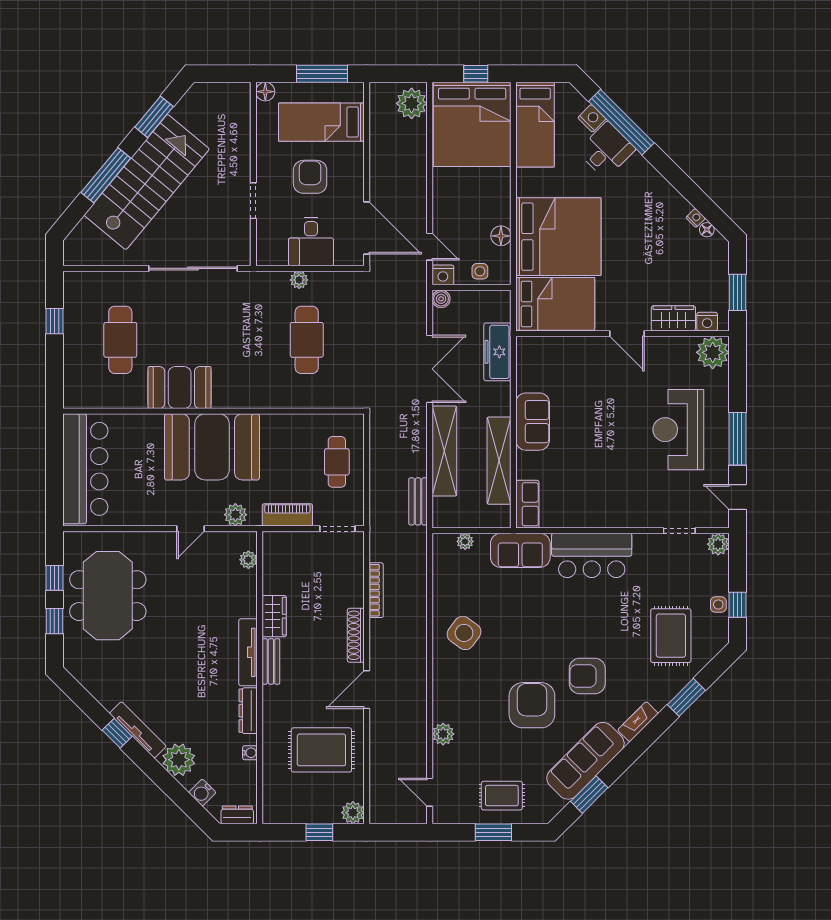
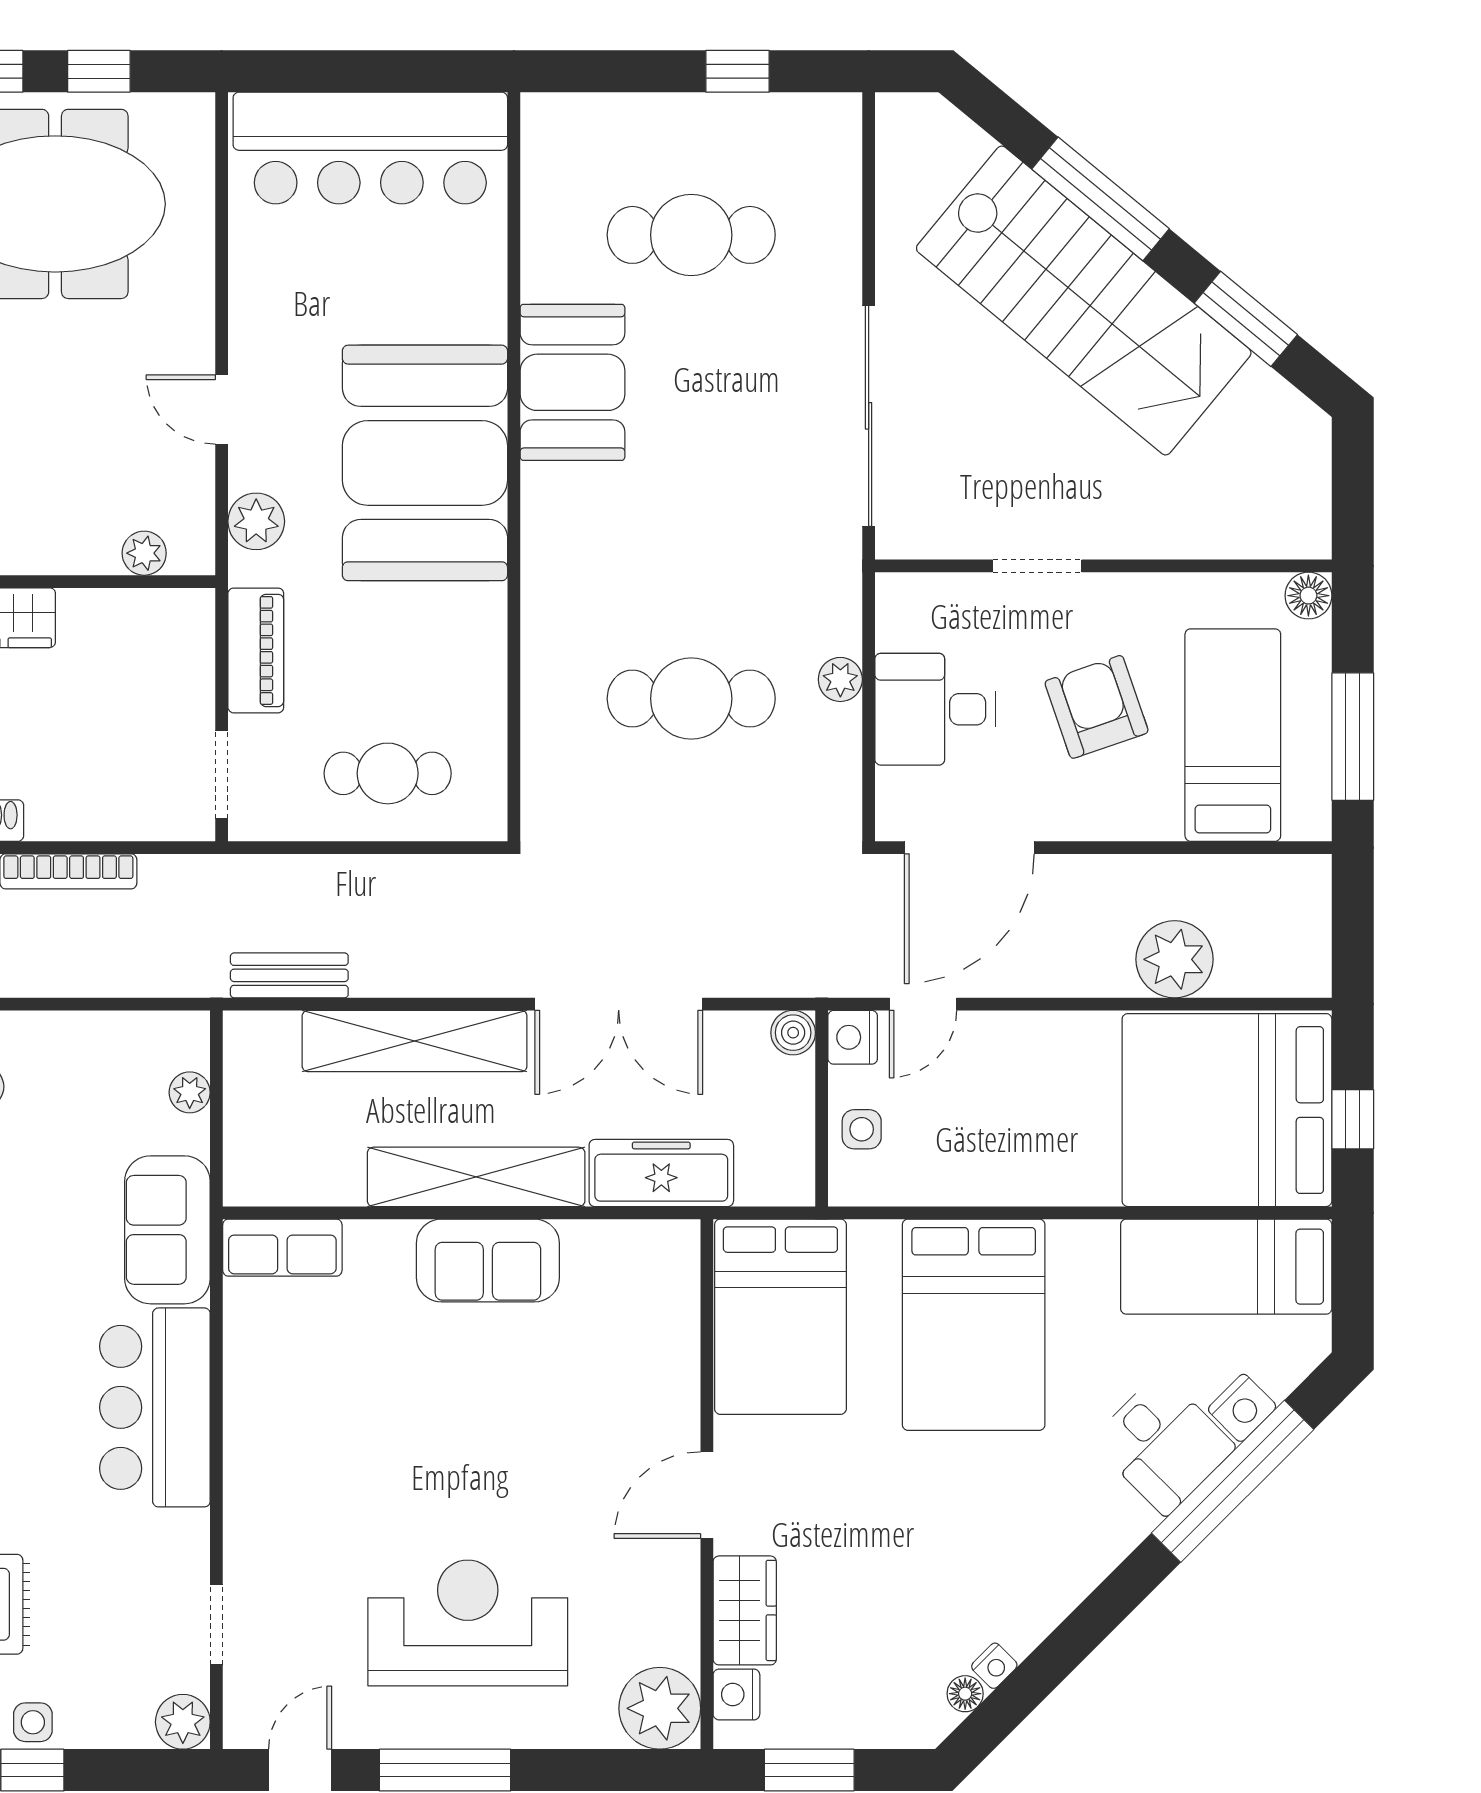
plant: (412, 103) -> (1175, 959), moved
armchair: (310, 177) -> (1097, 707), turned -109
floor lamp: (501, 236) -> (950, 1182), removed
bed: (558, 237) -> (974, 1325), width x0.73
shelving: (499, 461) -> (476, 1177), moved

